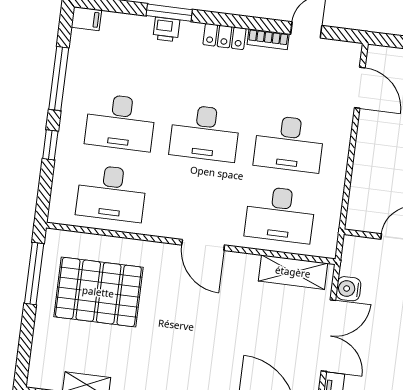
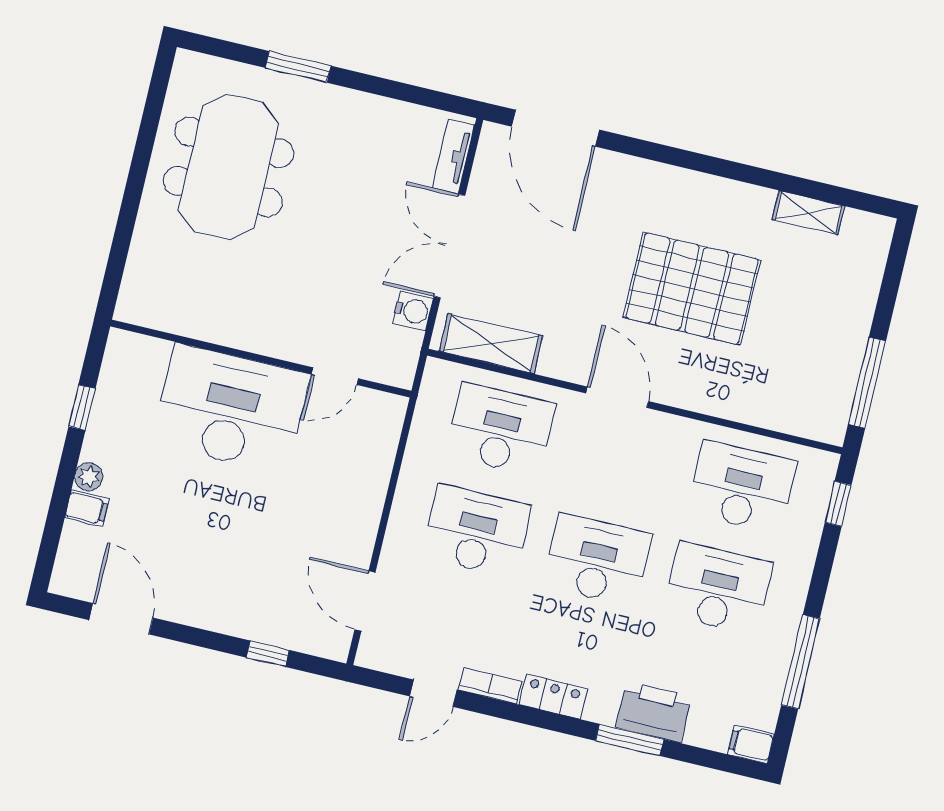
printer: (166, 29) -> (654, 712), width x1.87, depth x1.48
window: (50, 145) -> (838, 504), moved
pallet: (98, 292) -> (692, 289), moved

